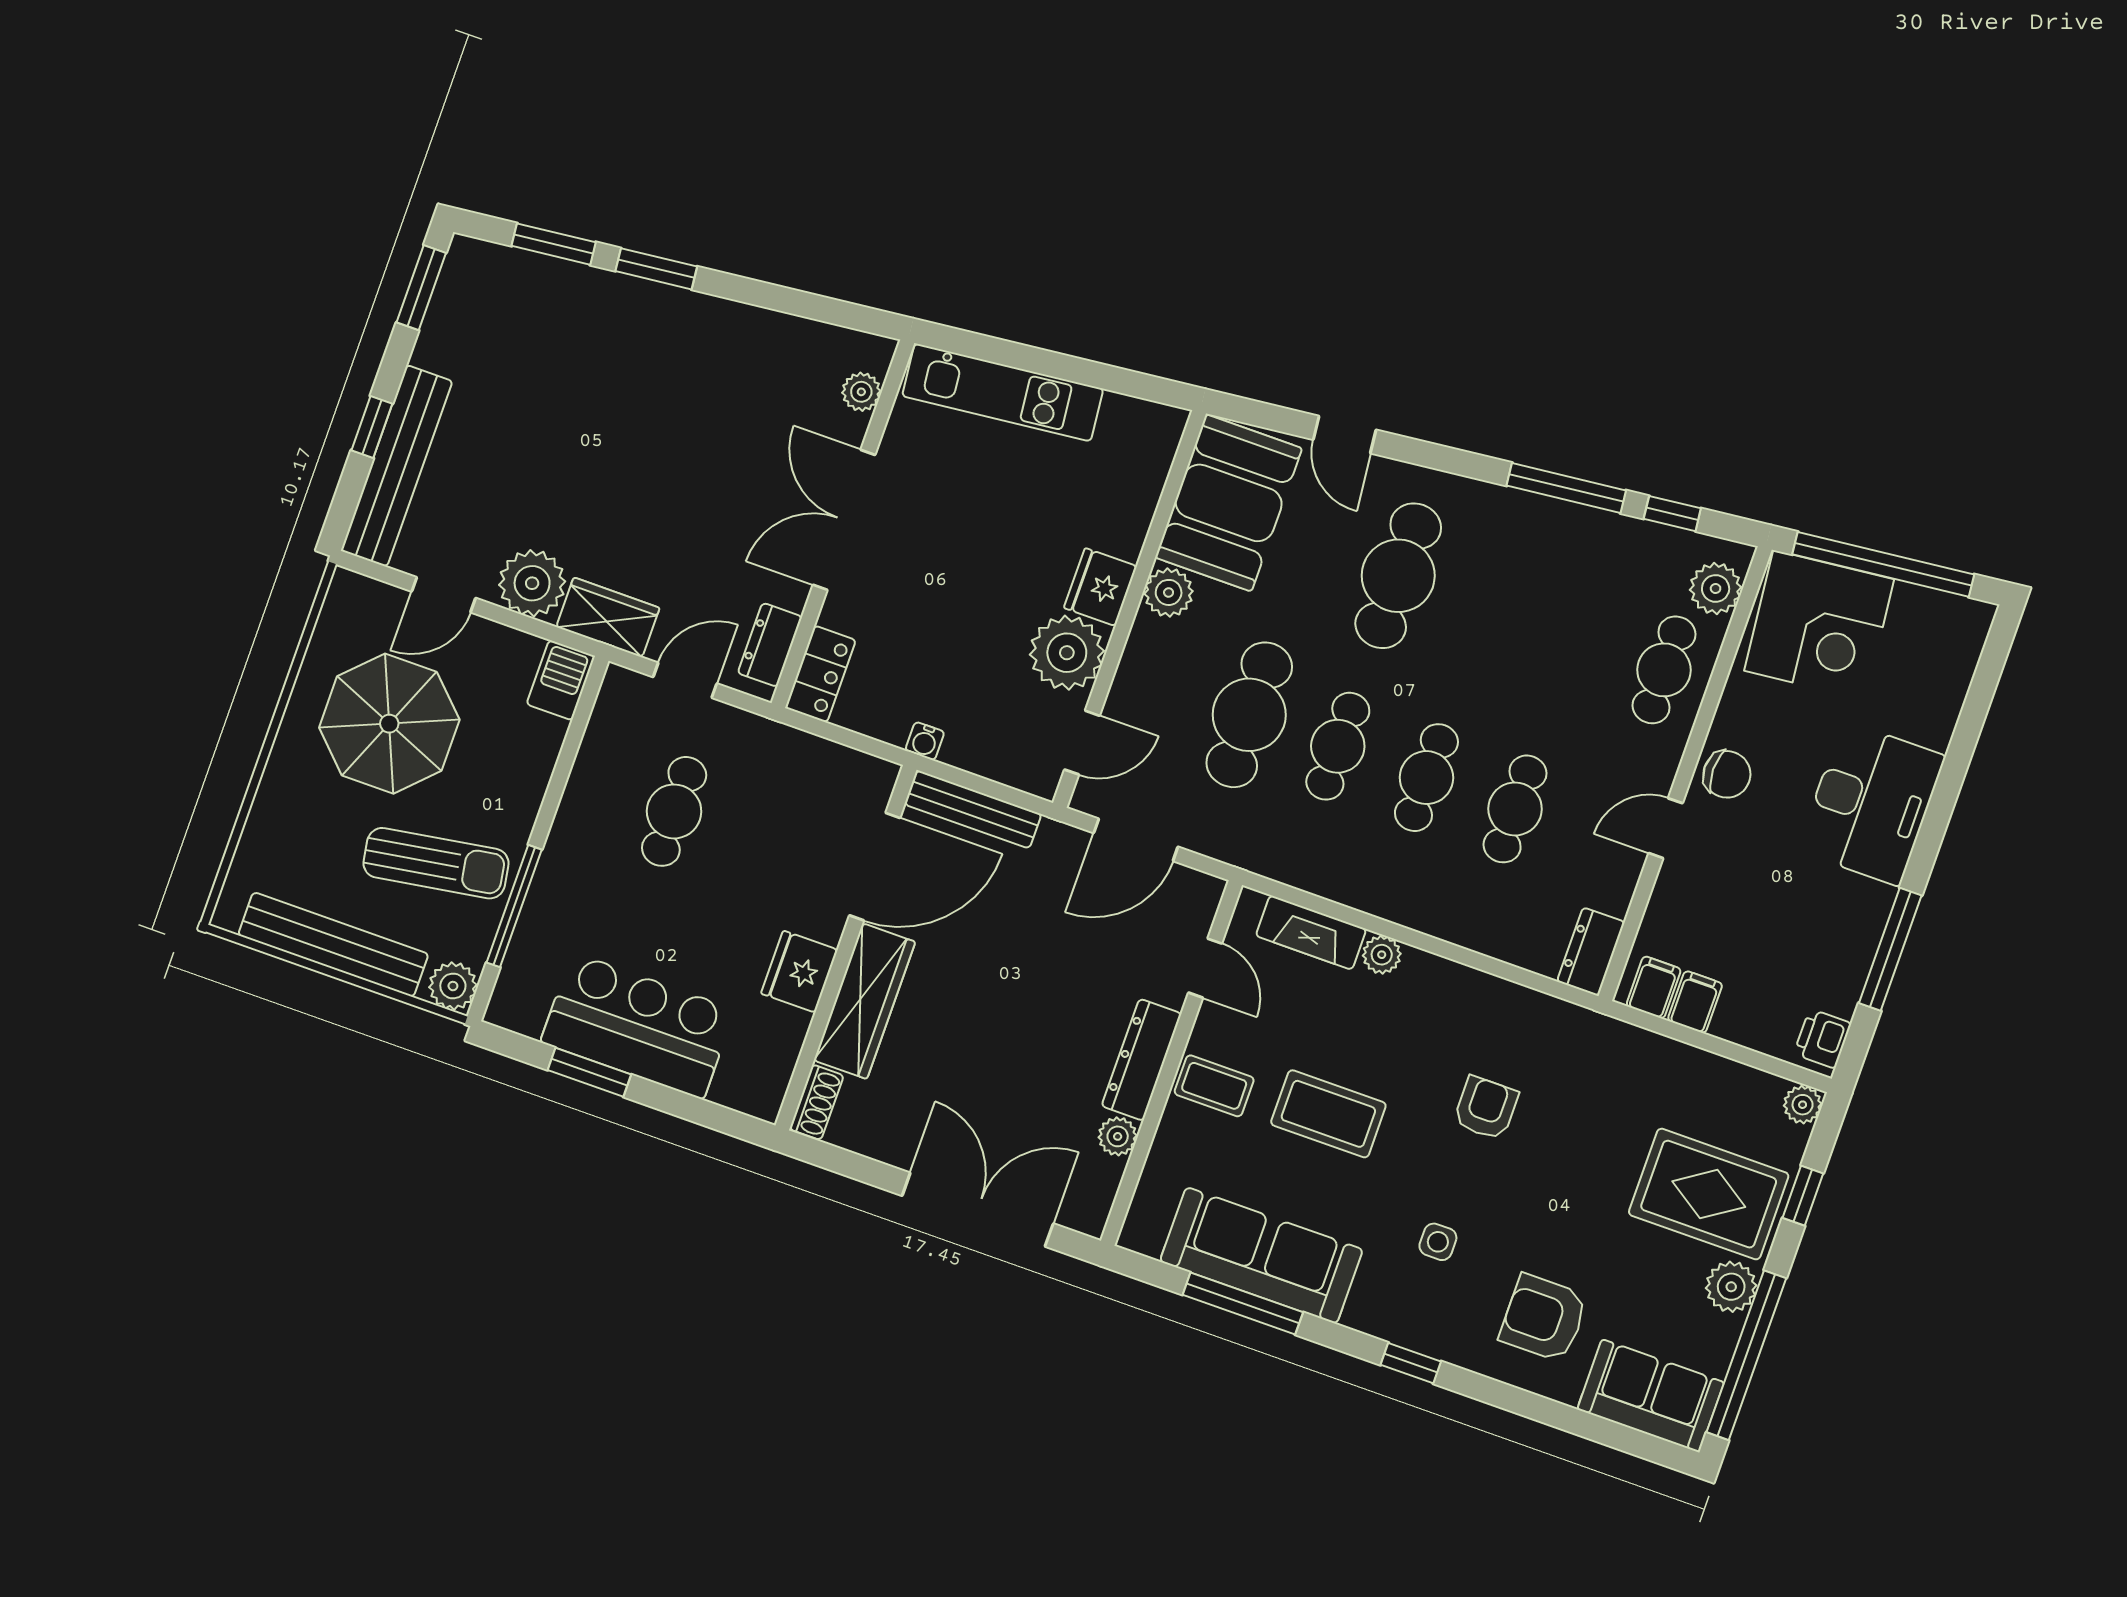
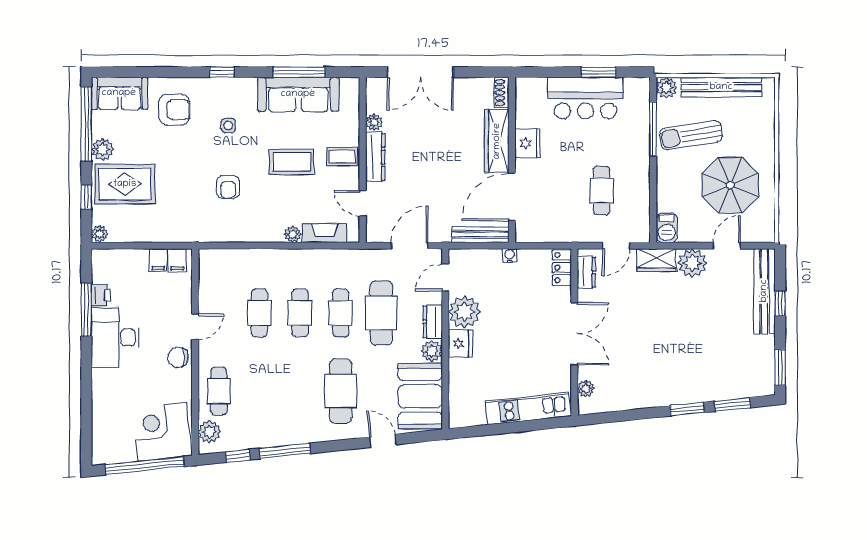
desk: (1871, 803) -> (115, 338), moved
dresser: (1591, 952) -> (433, 322), moved, turned 180
printer: (1822, 1039) -> (101, 295), moved

